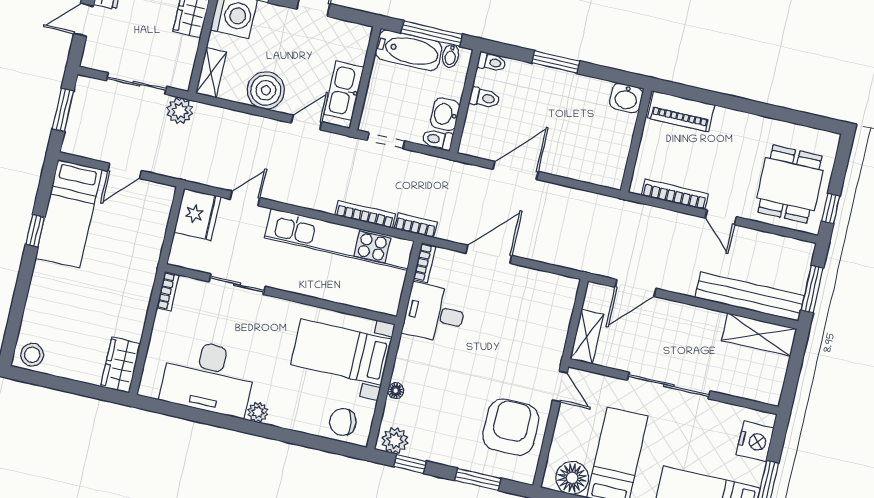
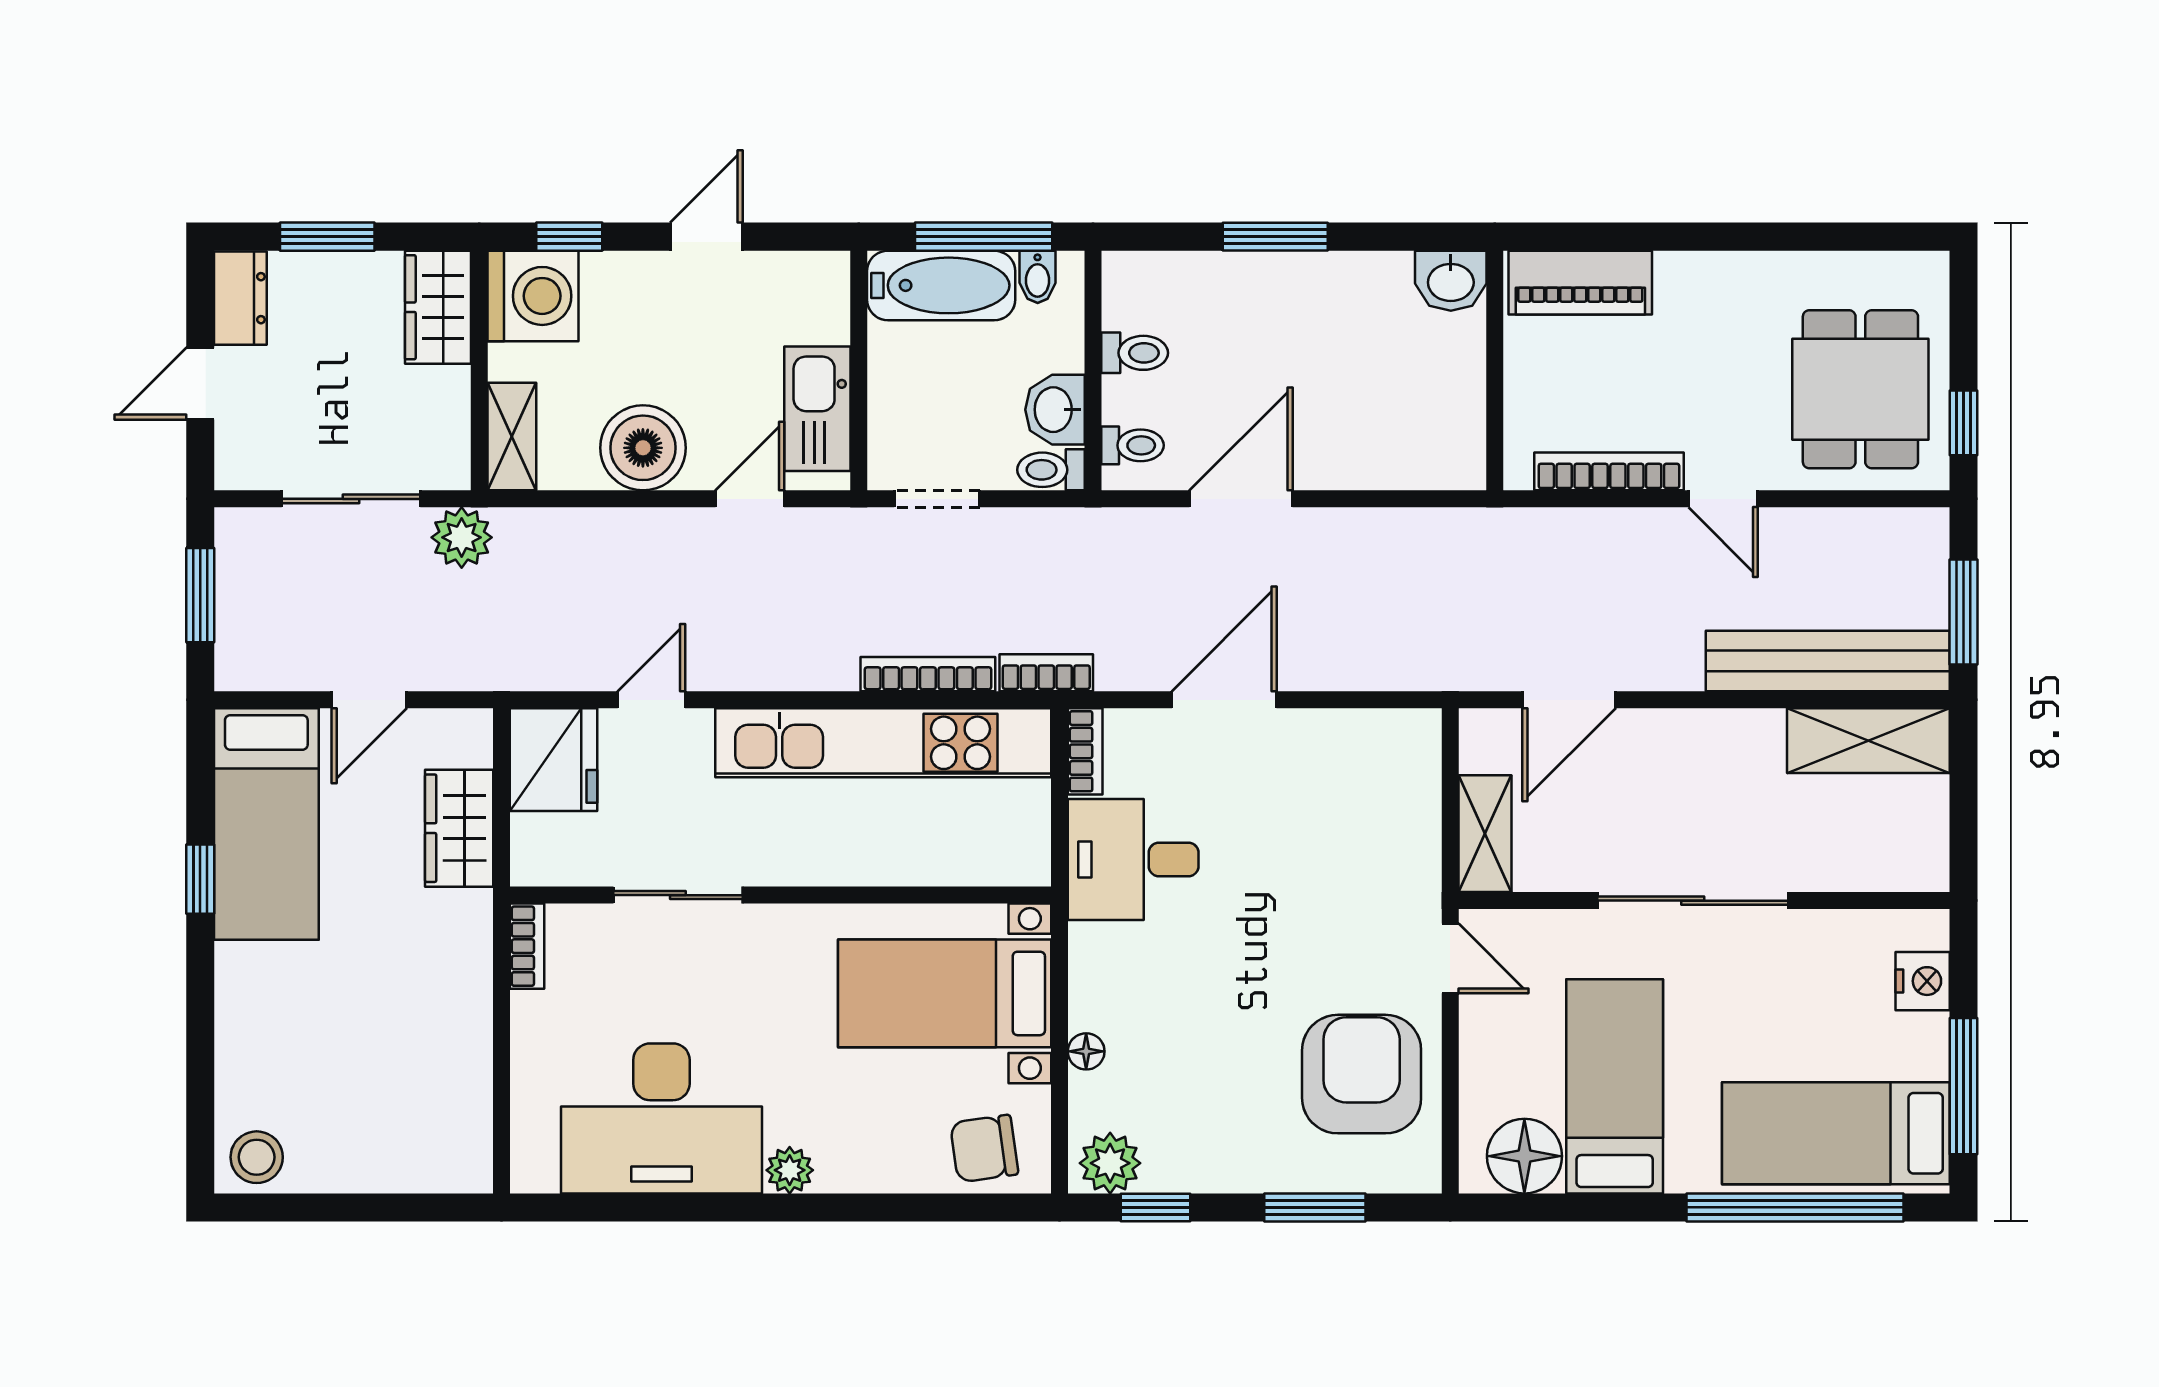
toilet: (492, 62) -> (1133, 445), moved
wardrobe: (121, 365) -> (459, 828), moved
nightstand: (755, 441) -> (1923, 981), width x0.74, depth x0.75

